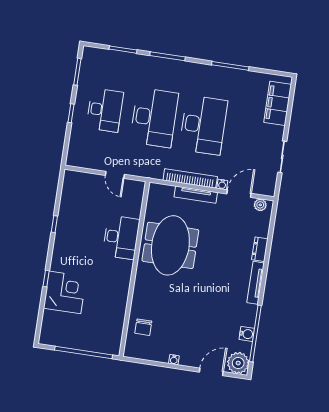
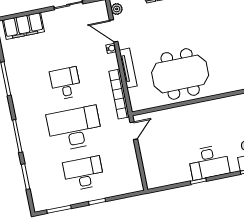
desk: (203, 125) -> (65, 83), width x0.53, depth x0.77
door: (115, 175) -> (134, 131), moved
bookcase: (190, 178) -> (119, 94), moved
desk: (121, 237) -> (209, 162), moved, turned 180

